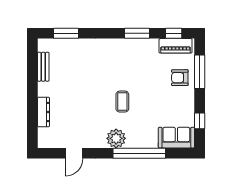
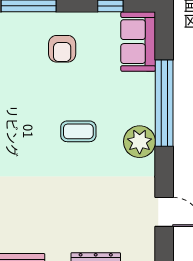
armchair: (180, 78) -> (62, 49), moved

